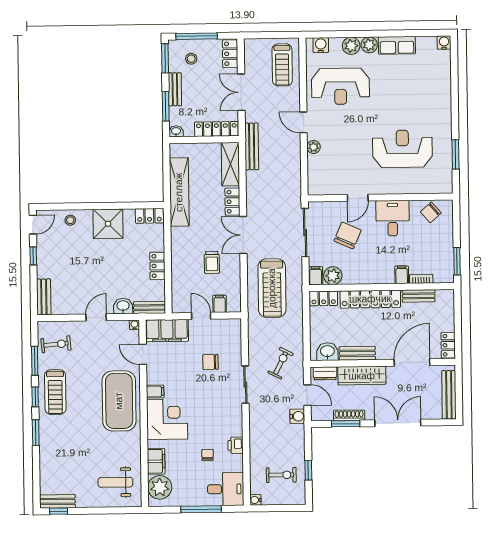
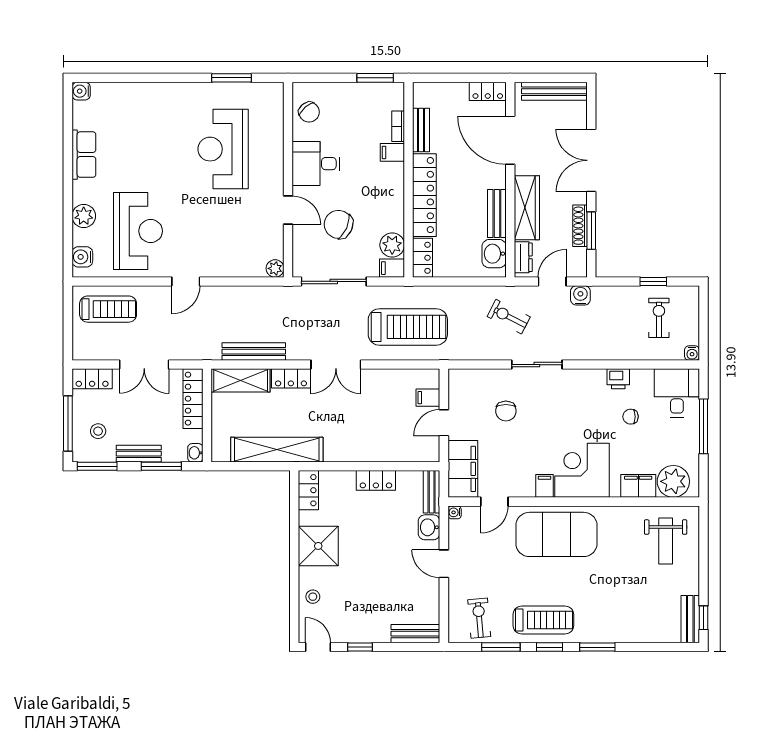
plant: (369, 45) -> (83, 192), removed
bench: (252, 146) -> (254, 352), moved
plant: (314, 147) -> (275, 268), moved
trolley: (212, 262) -> (372, 407), removed

